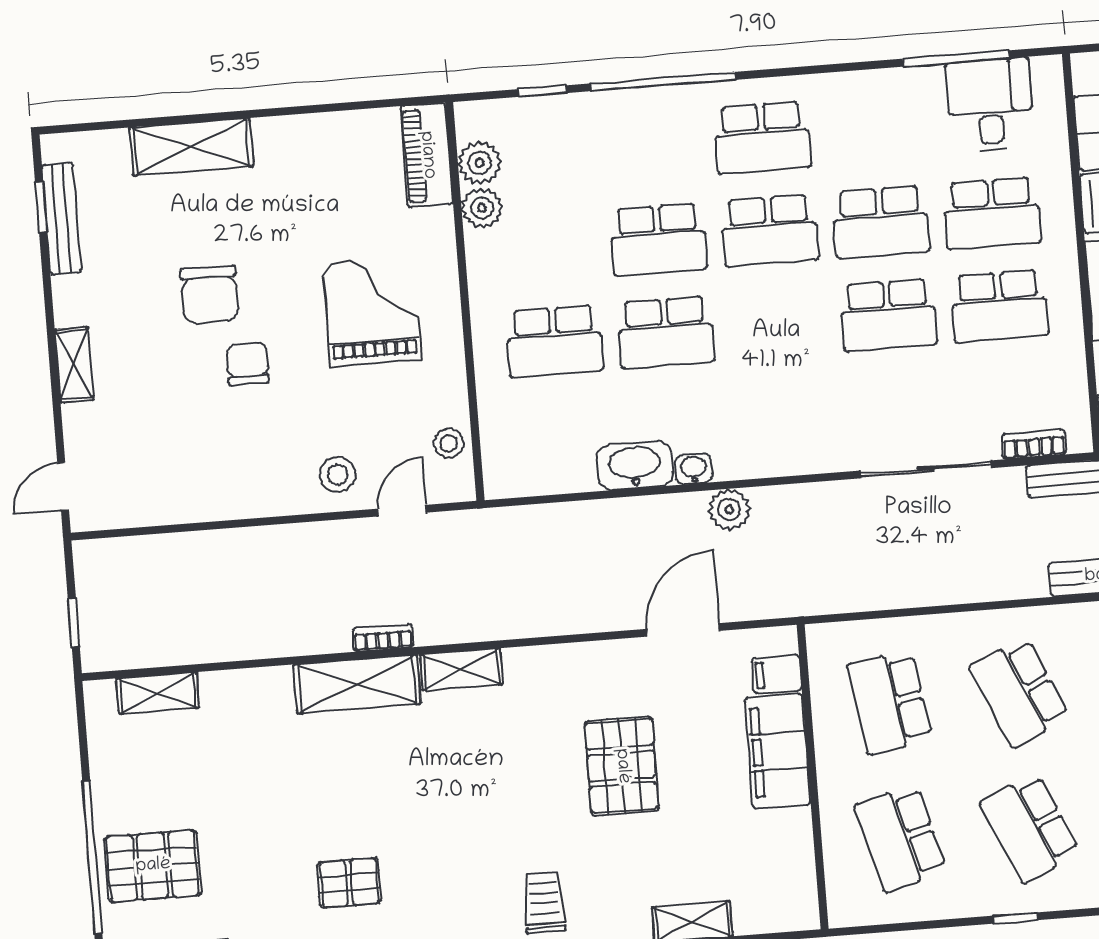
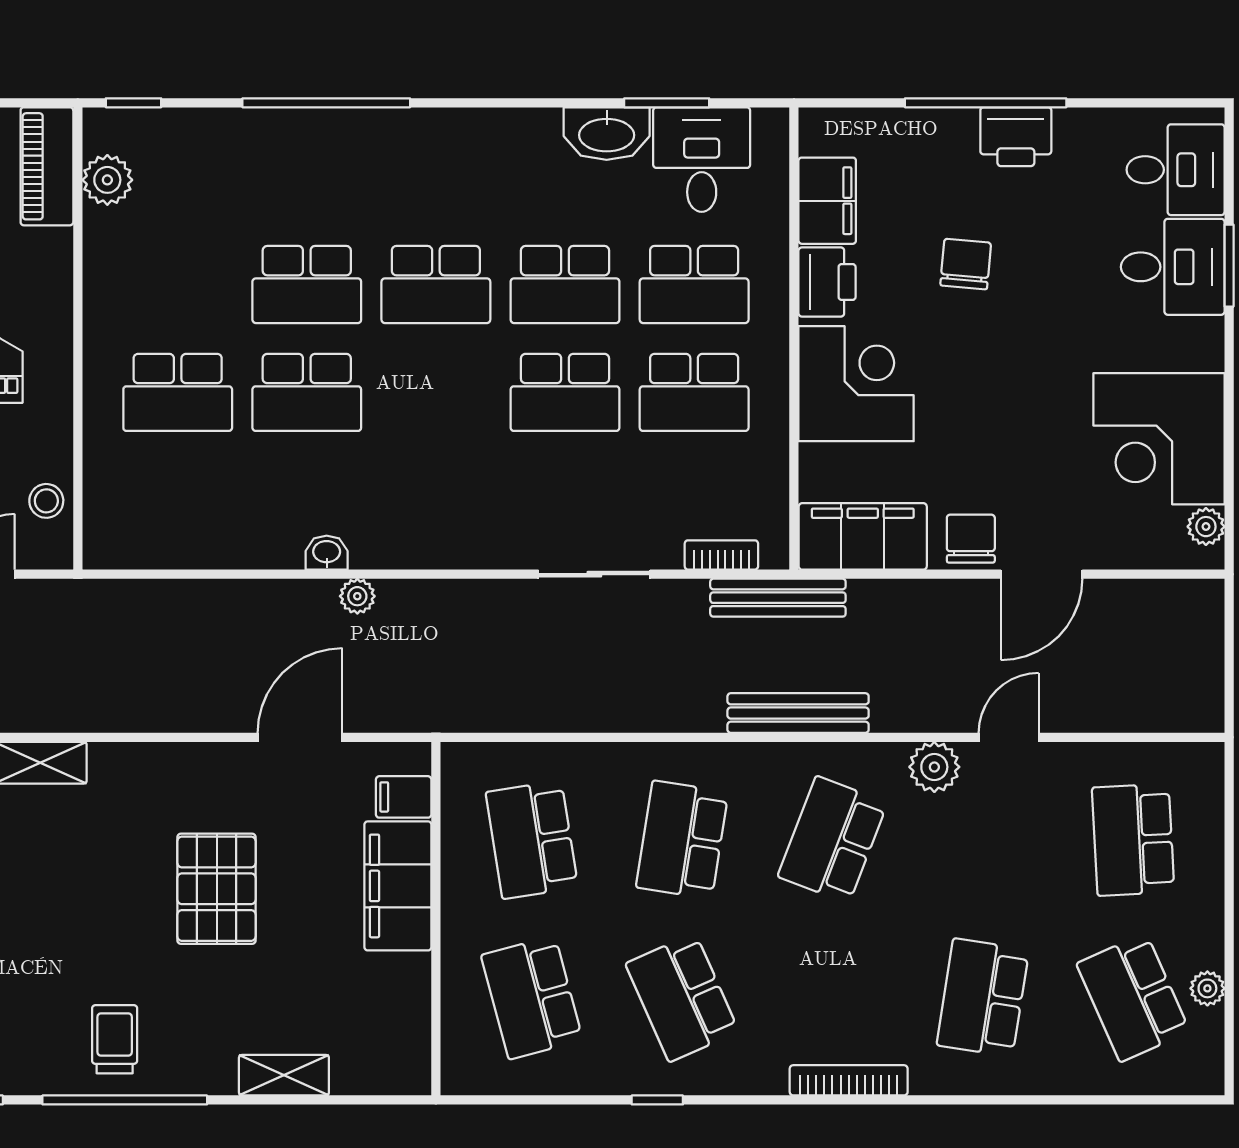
window: (956, 58) -> (667, 103), width x0.69
window: (542, 91) -> (133, 103), moved
school desk: (762, 138) -> (436, 177), removed
plant: (482, 208) -> (106, 232), removed
washbasin: (635, 466) -> (607, 134), moved, turned 180
sliding door: (926, 469) -> (594, 574), width x0.73
plant: (729, 510) -> (357, 596), width x0.73, depth x0.73
school desk: (1019, 692) -> (682, 840), turned 33

